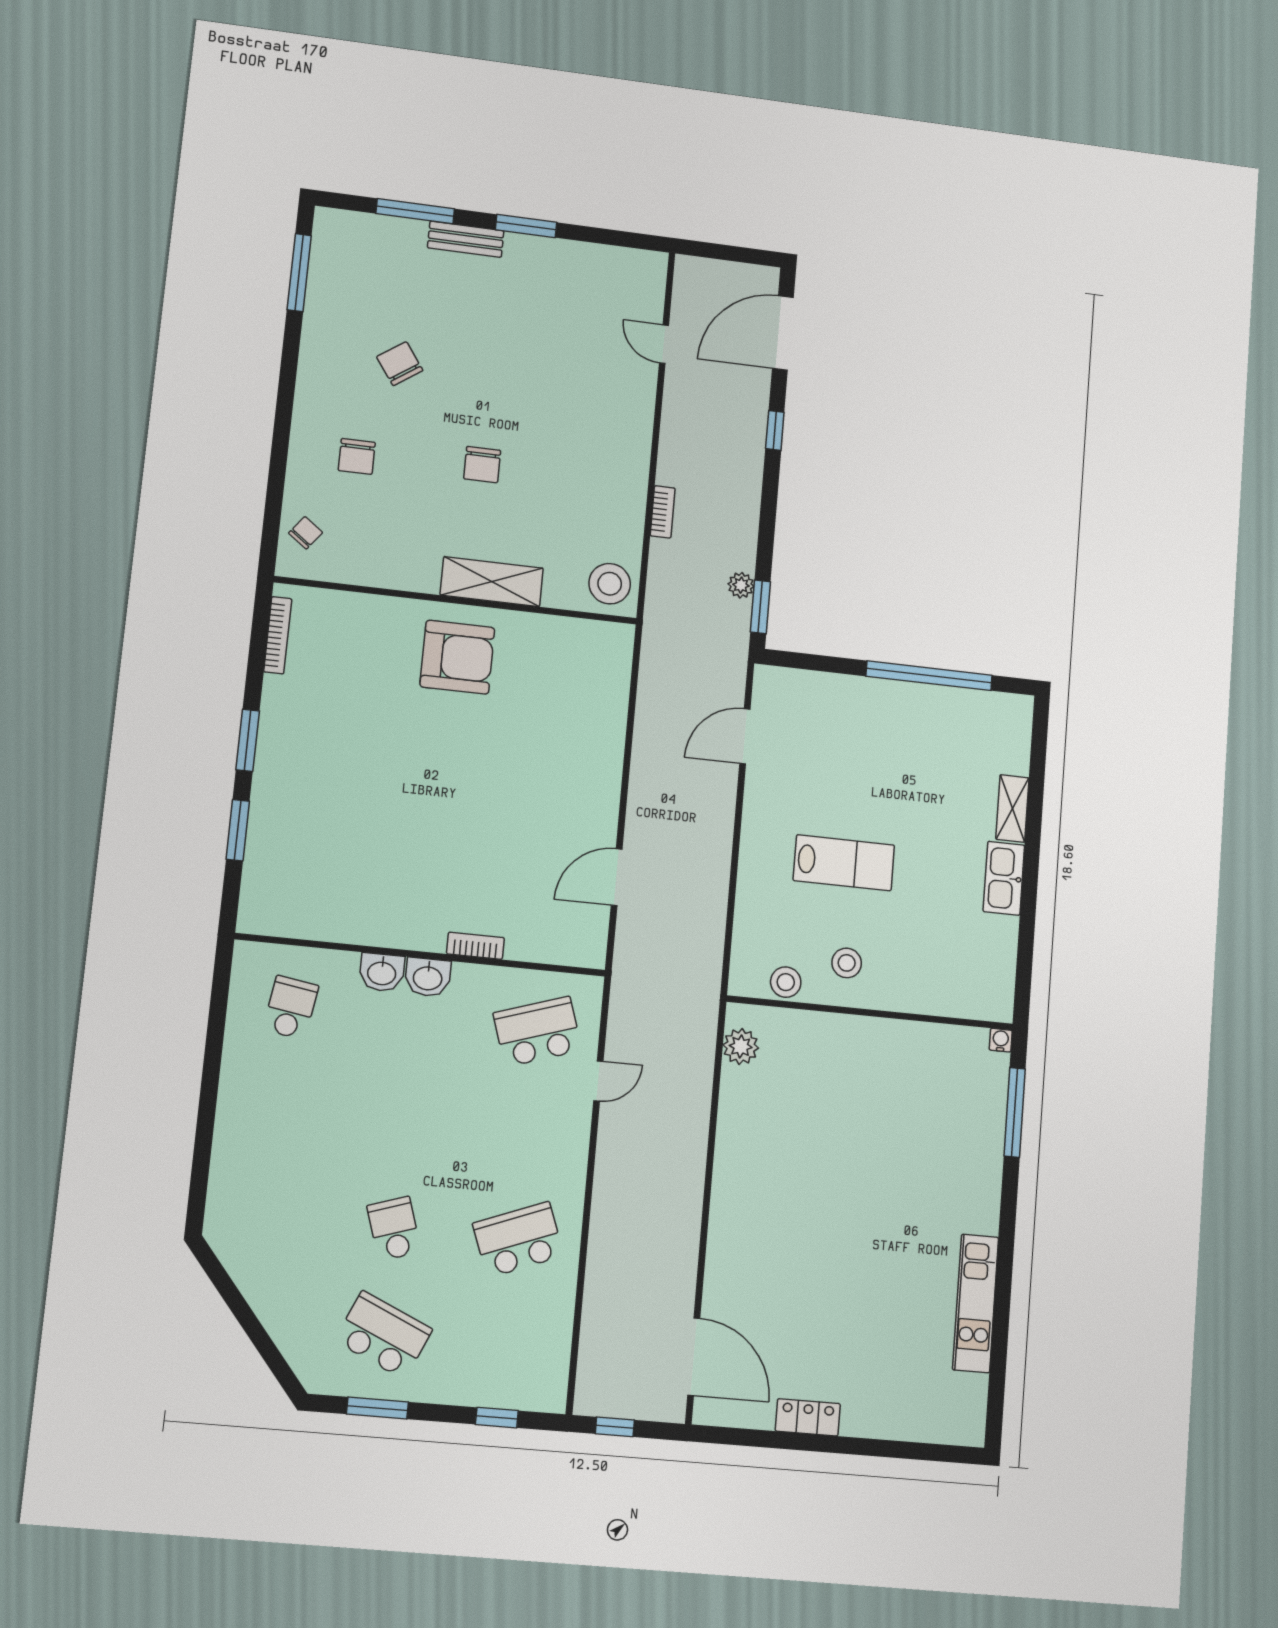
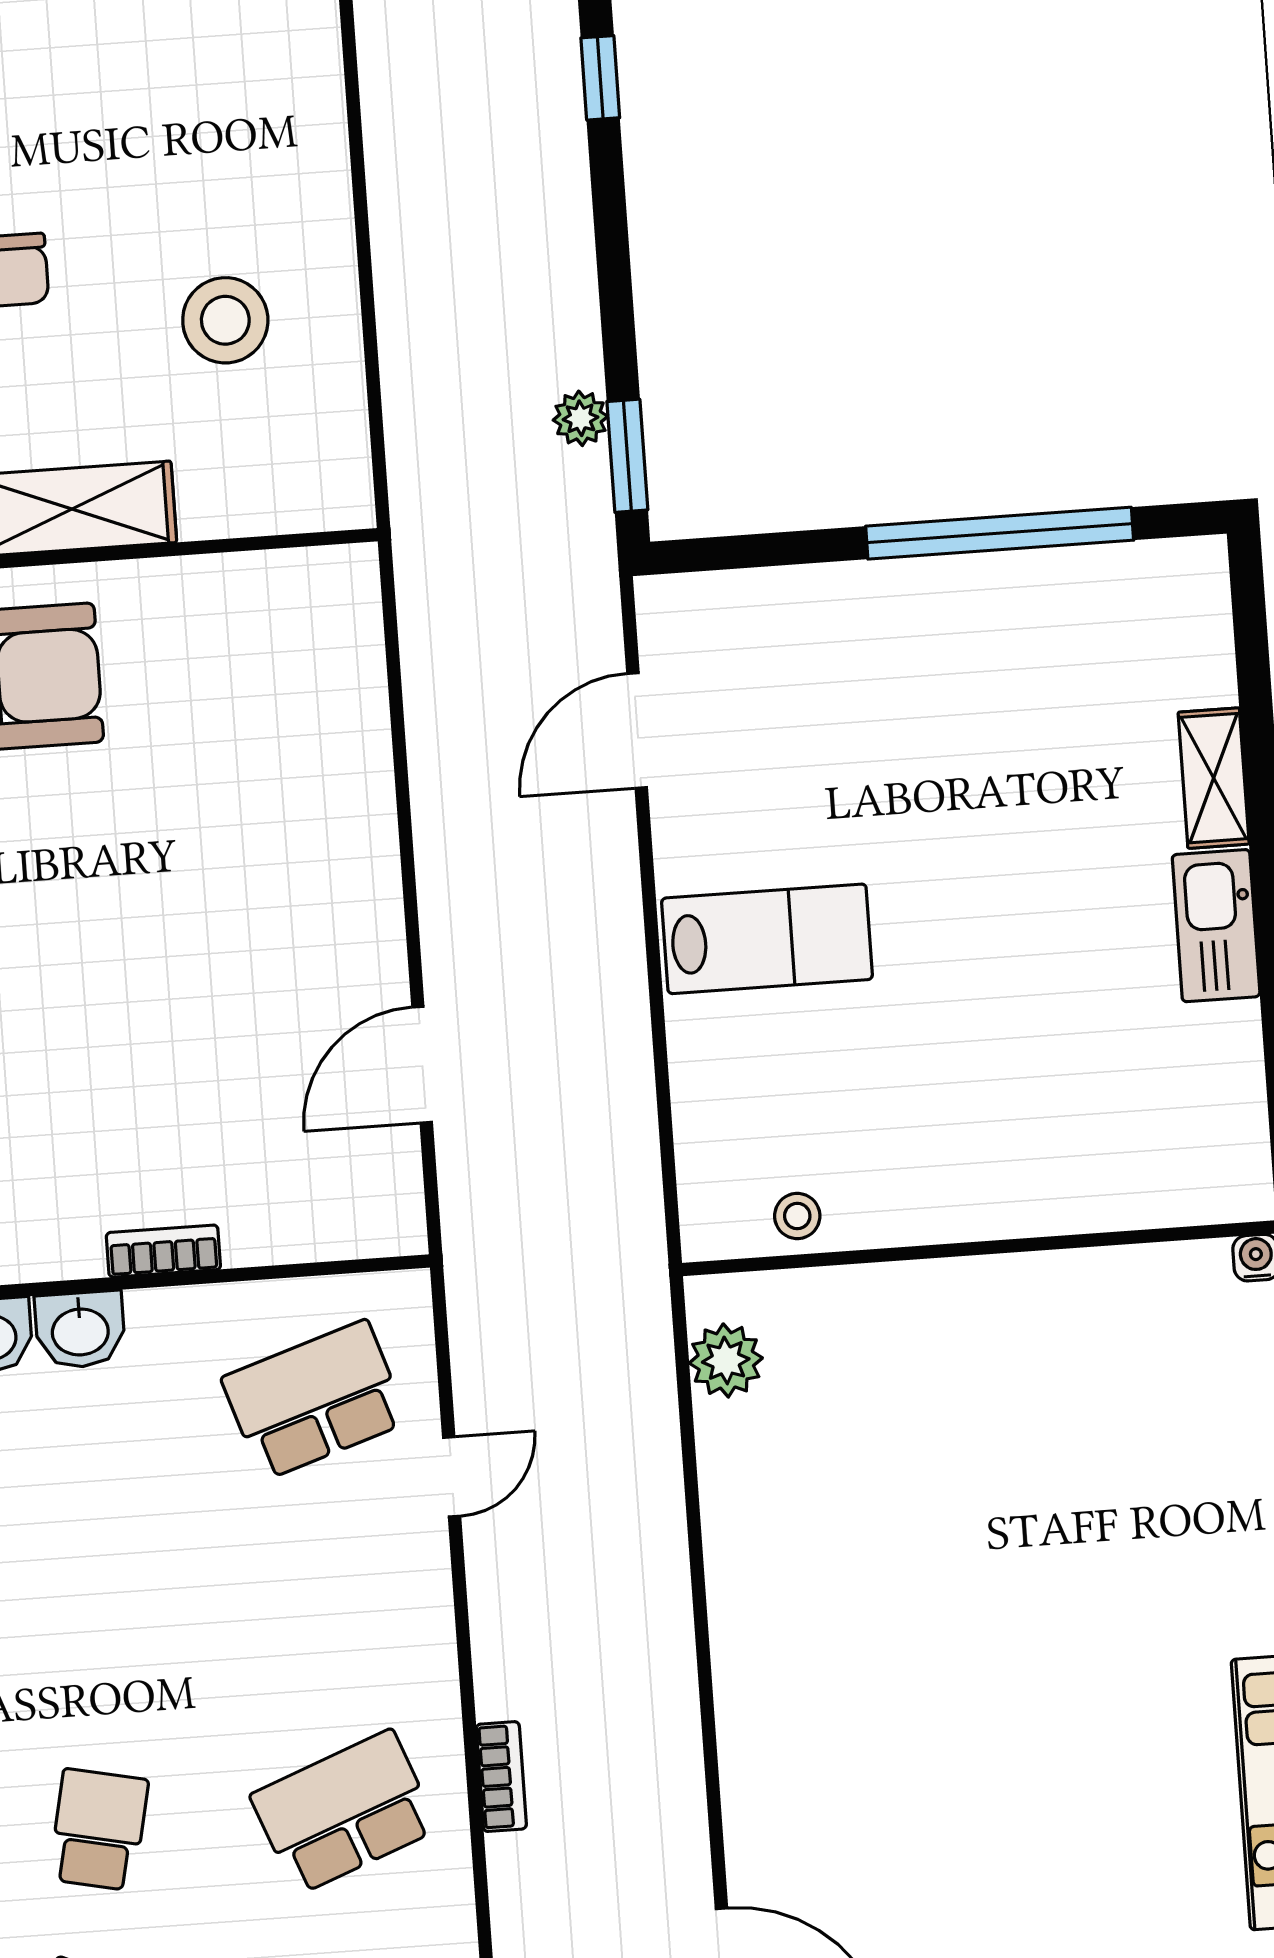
bookcase: (663, 512) -> (501, 1777), moved
stool: (610, 584) -> (225, 320), moved
lab bench: (844, 863) -> (767, 939), moved
stool: (847, 963) -> (916, 1156), removed
stool: (786, 982) -> (797, 1216), width x0.73, depth x0.73
school desk: (394, 1229) -> (99, 1830), turned 30

